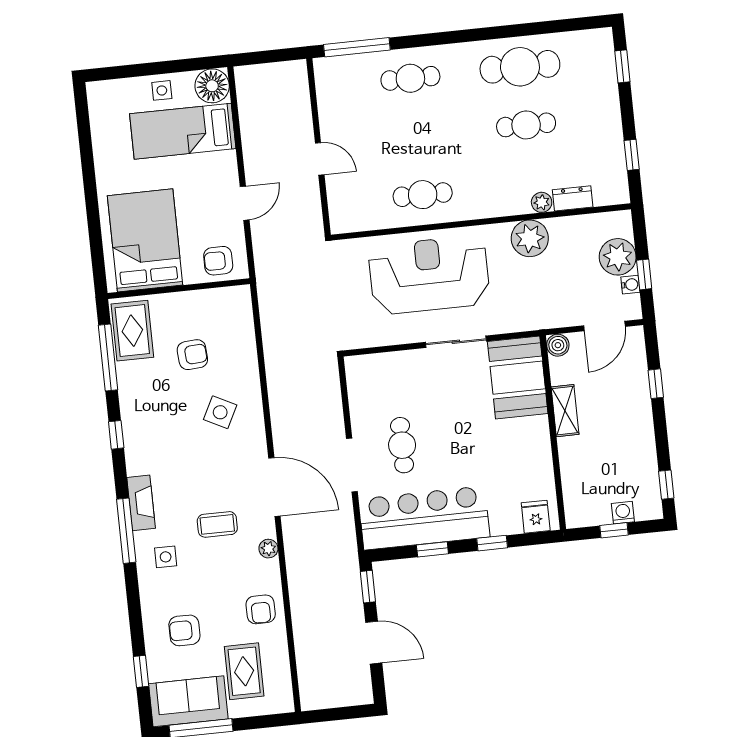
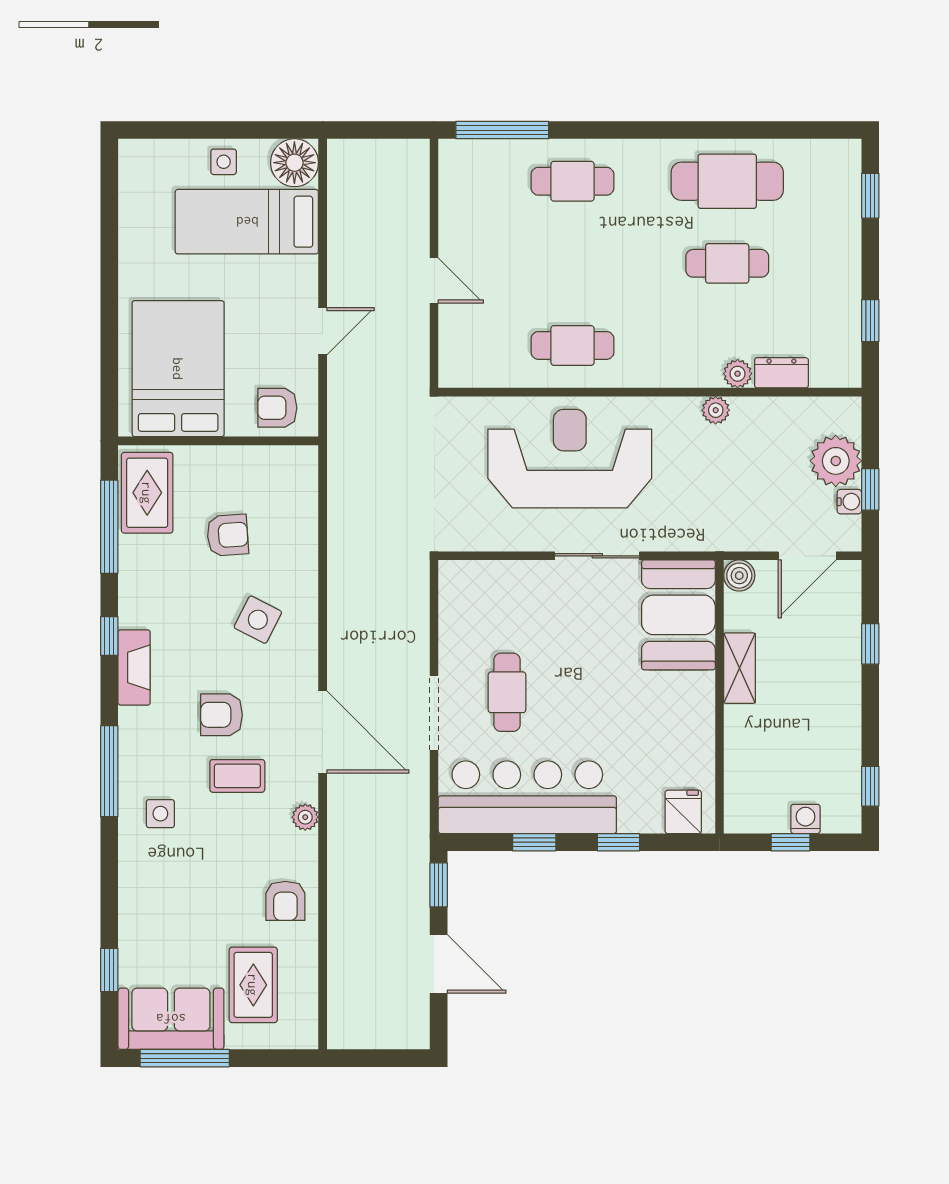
plant: (530, 238) -> (716, 410), width x0.53, depth x0.53
fireplace: (141, 503) -> (134, 668), moved
armchair: (184, 630) -> (222, 715), moved

